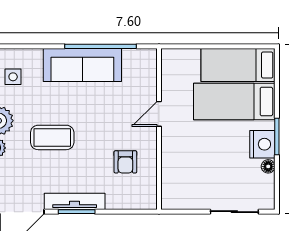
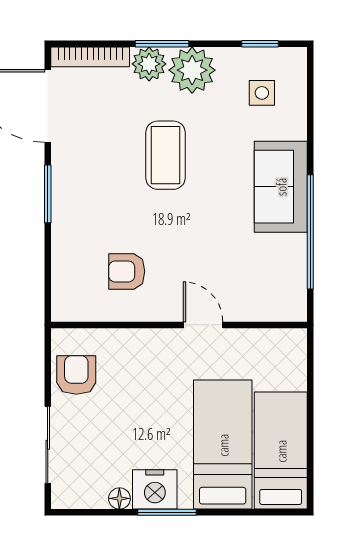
sofa: (82, 65) -> (281, 187), width x0.73
armchair: (190, 194) -> (76, 375), added
tv unit: (75, 201) -> (64, 191), removed

